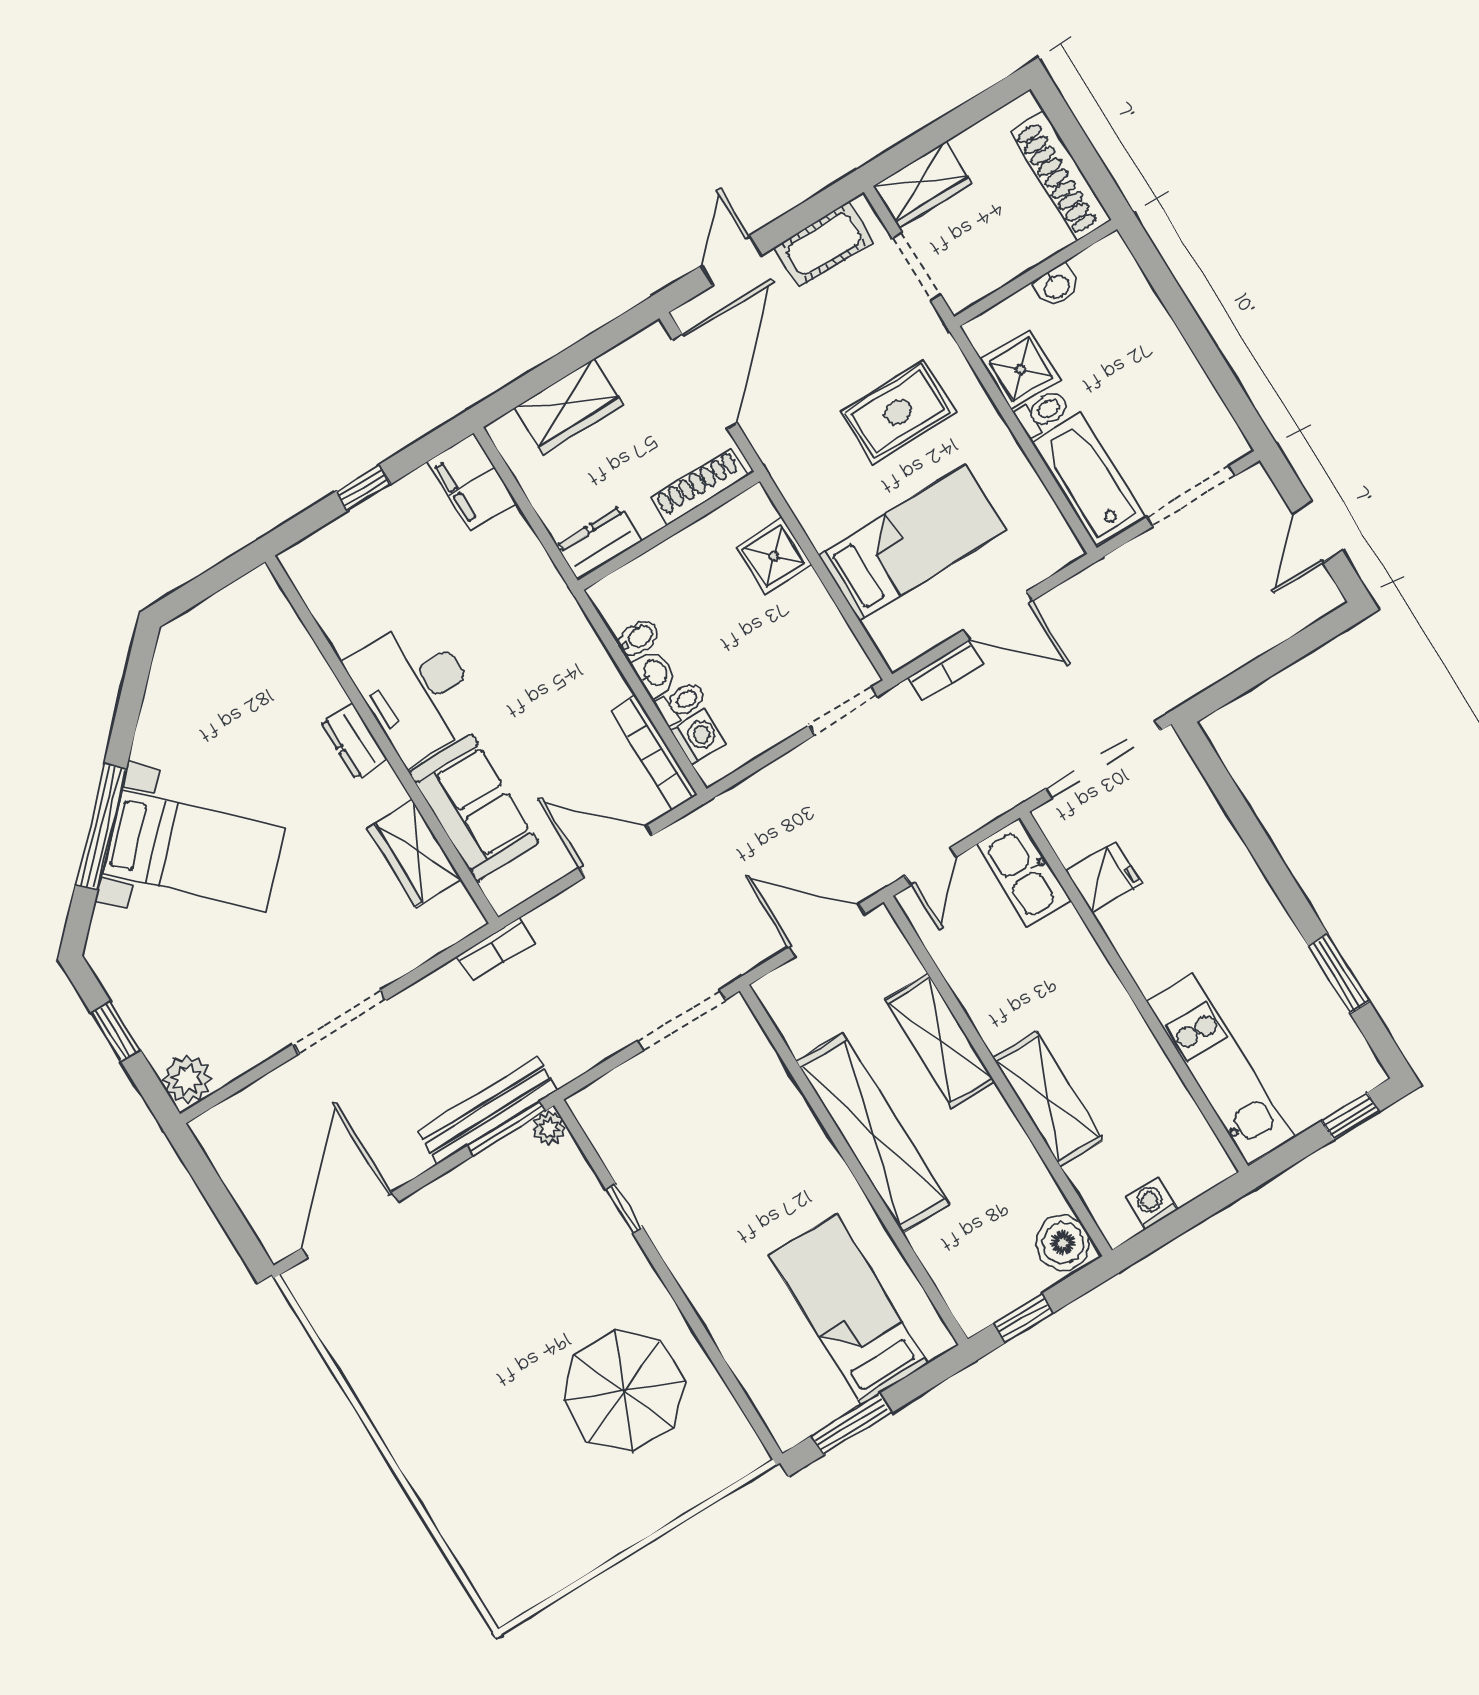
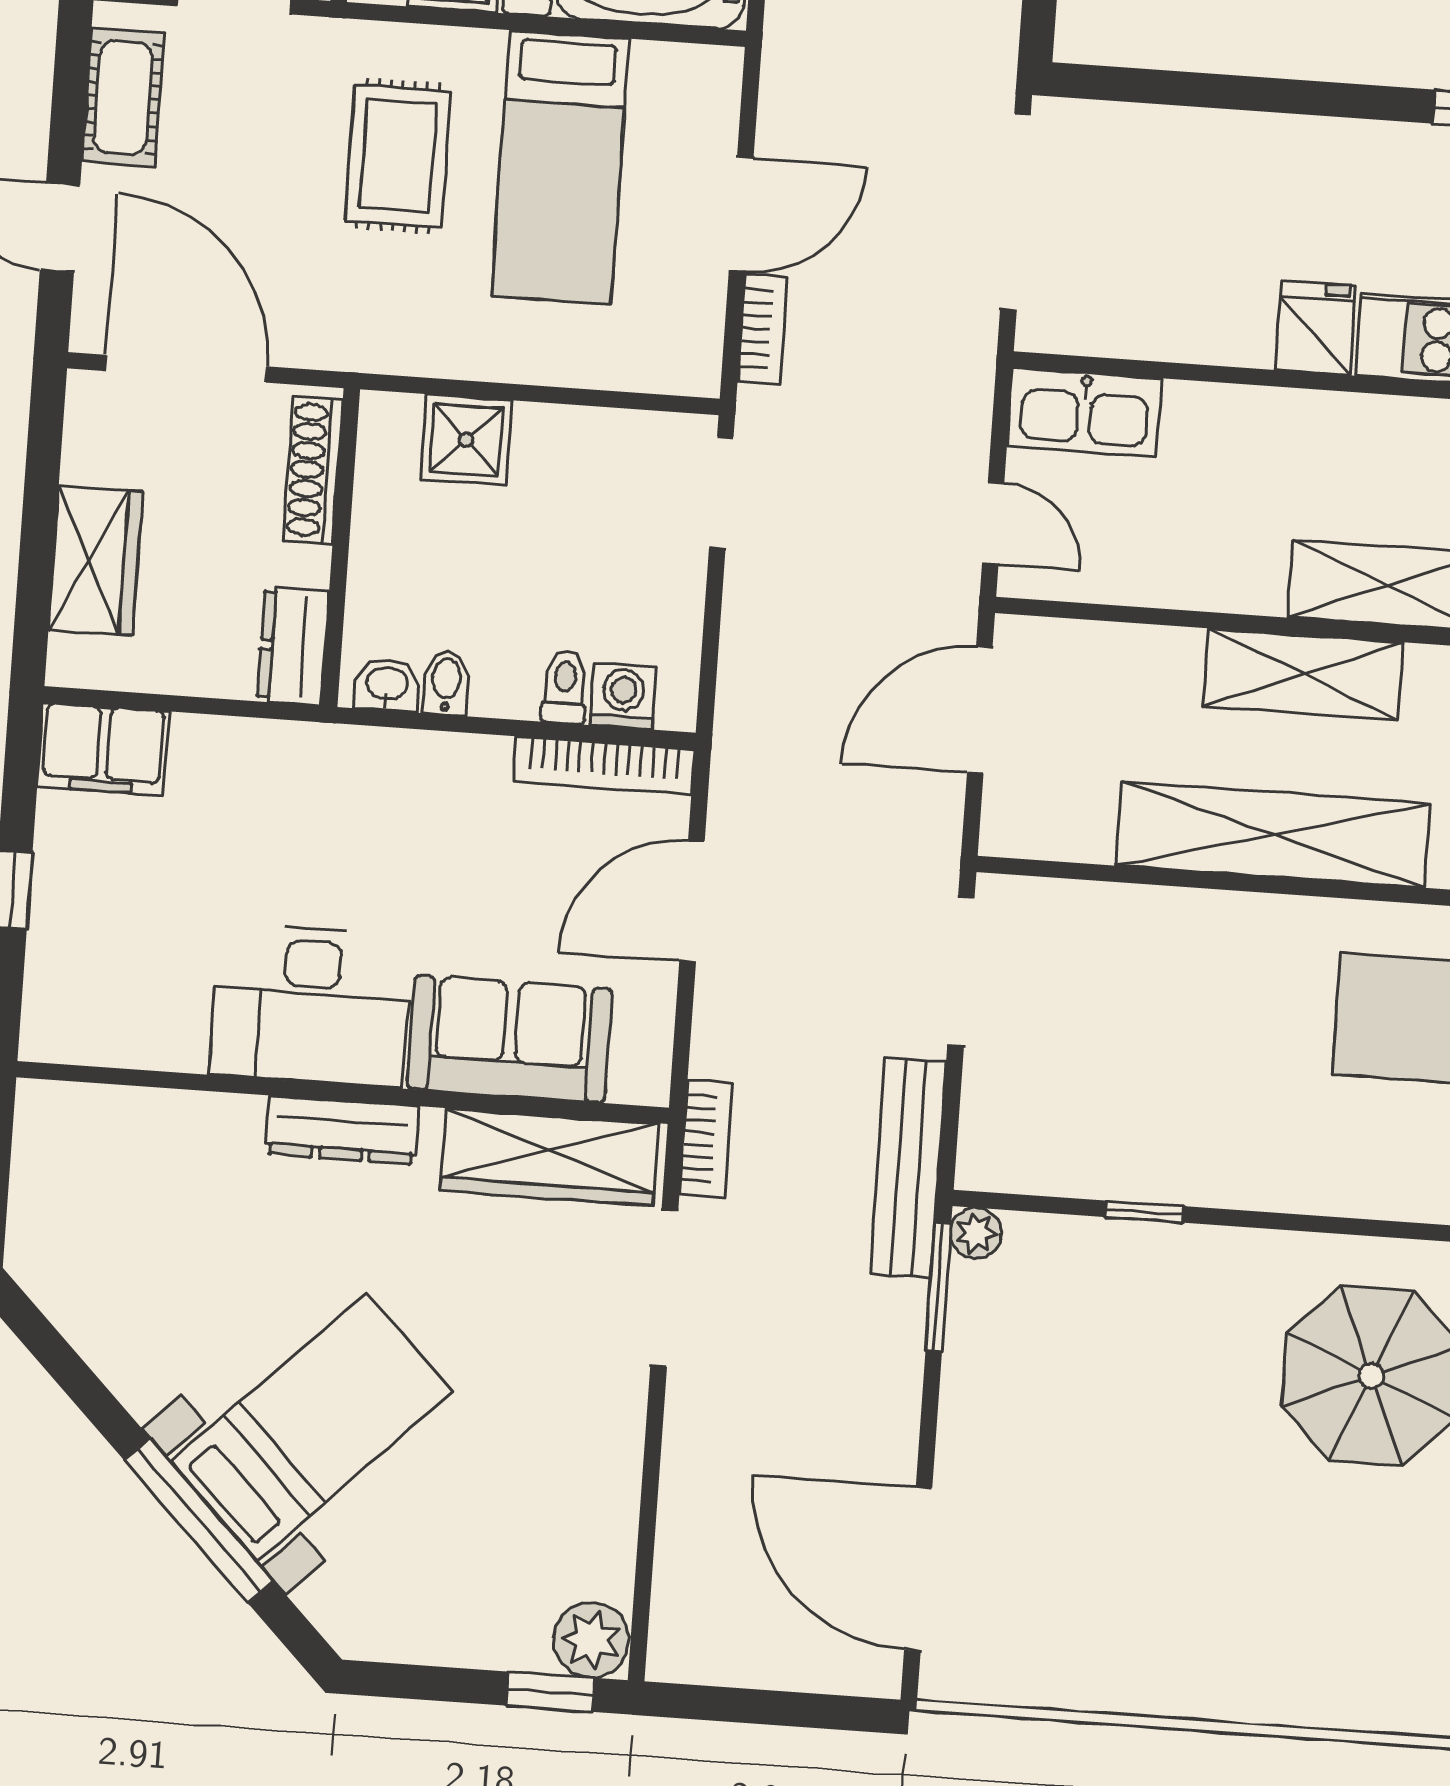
bed: (912, 543) -> (561, 167), moved, turned 180
washbasin: (654, 673) -> (387, 685), moved
dresser: (354, 741) -> (342, 1130), width x1.44
wardrobe: (414, 853) -> (549, 1157), width x1.50
fridge: (1104, 877) -> (1316, 328), moved
doorway: (340, 1022) -> (664, 1288), moved
window: (116, 1031) -> (551, 1692), moved
shelving: (940, 1041) -> (1303, 674), moved
bench: (487, 1111) -> (908, 1168), moved

